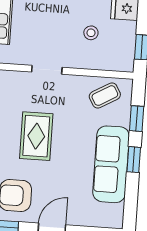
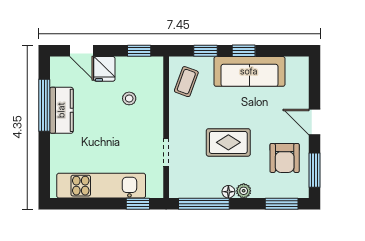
doorway: (47, 70) -> (166, 153), moved
coffee table: (105, 96) -> (186, 82), turned 50

